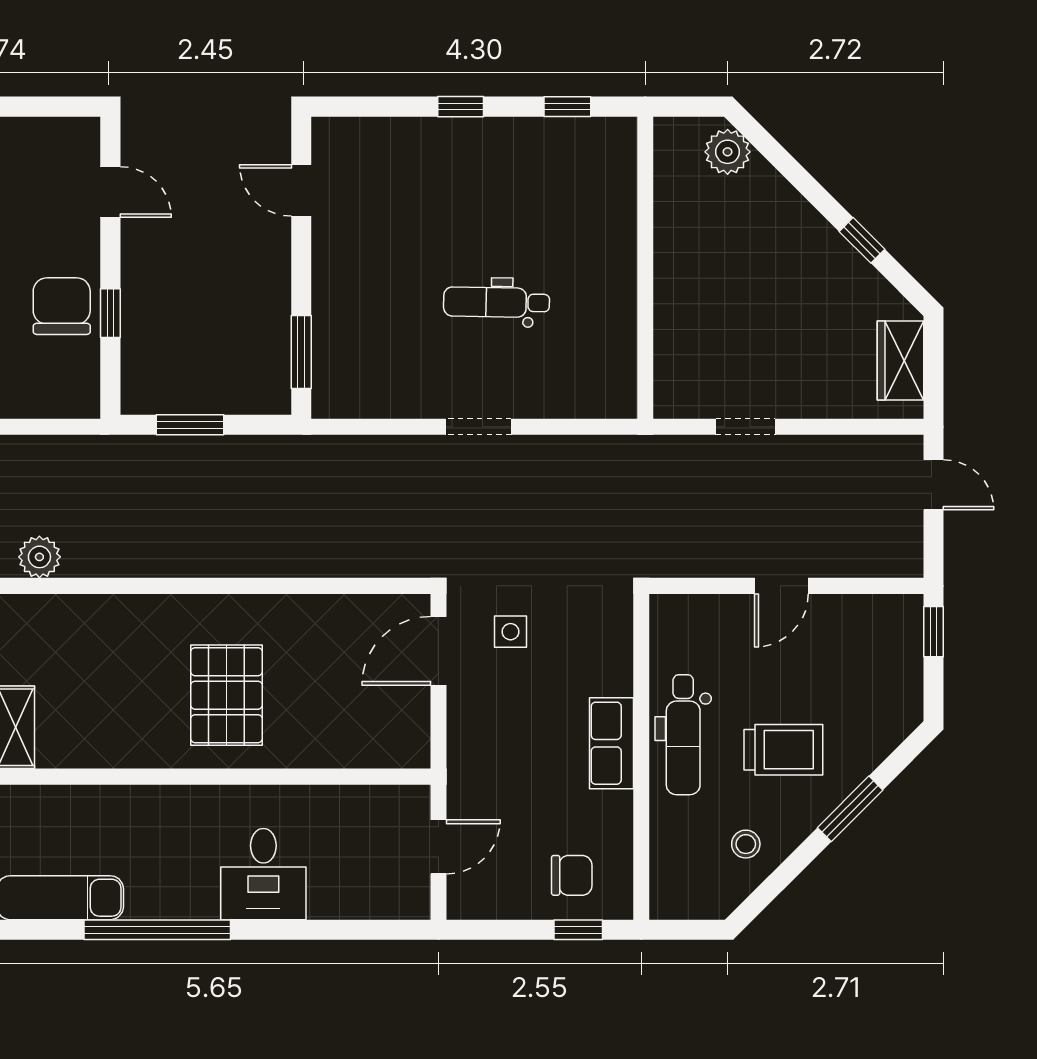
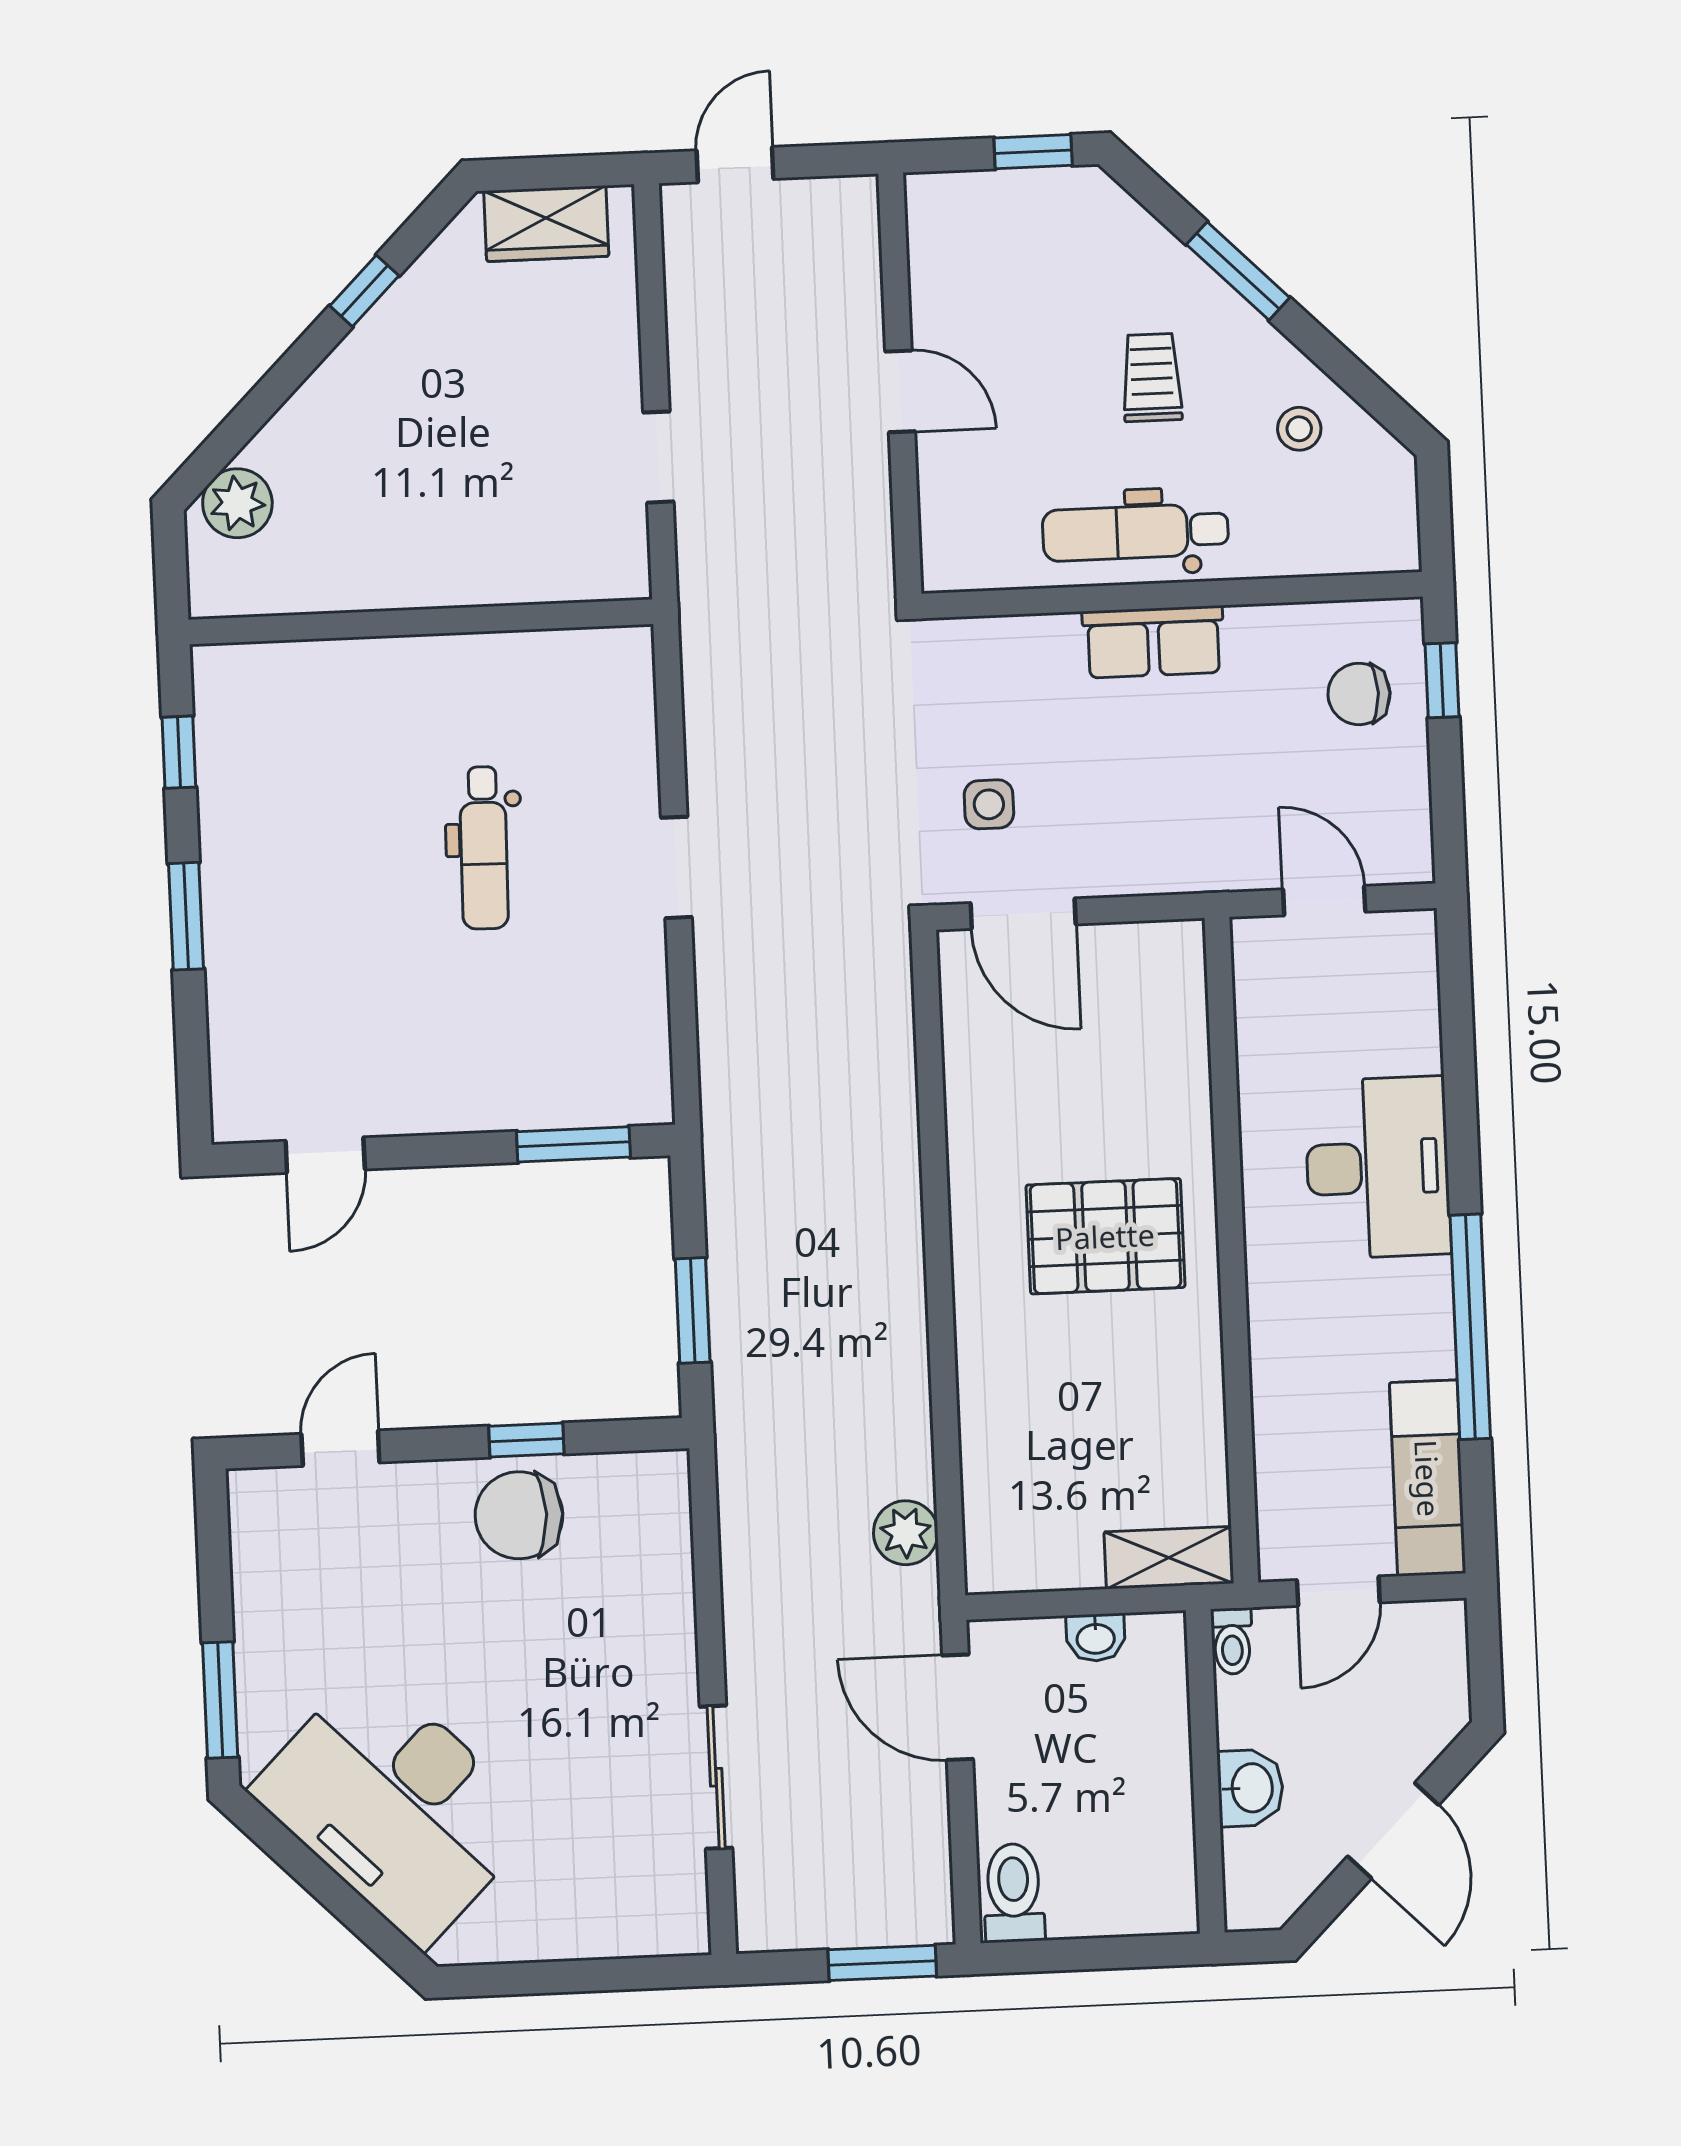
window: (461, 107) -> (186, 916), width x1.50
window: (933, 632) -> (1033, 152), moved
dental chair: (683, 735) -> (1135, 532), turned 180
trolley: (783, 750) -> (1152, 377), width x0.73, depth x0.72
desk: (263, 874) -> (1378, 1168), width x1.37
chair: (572, 875) -> (1359, 694), turned -90

